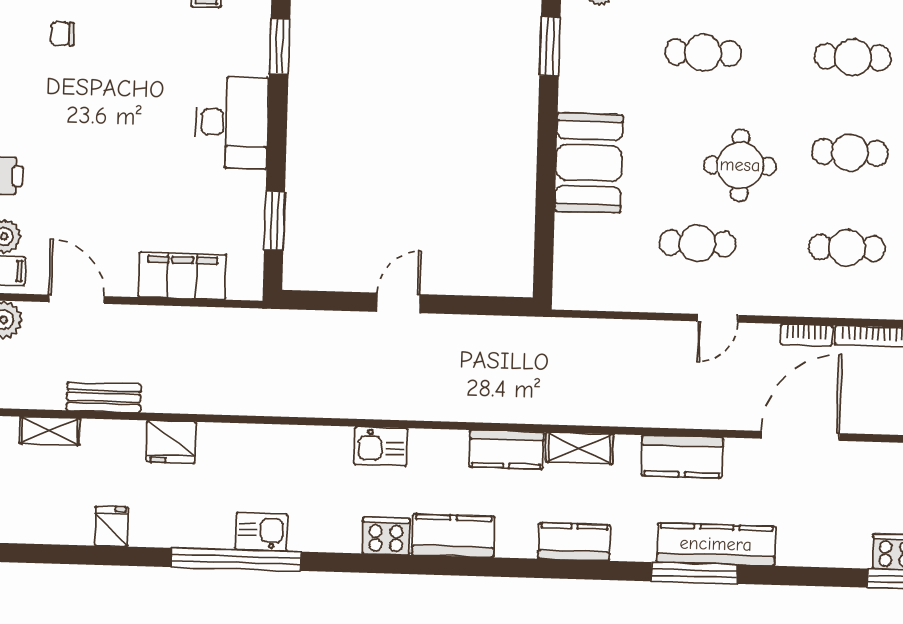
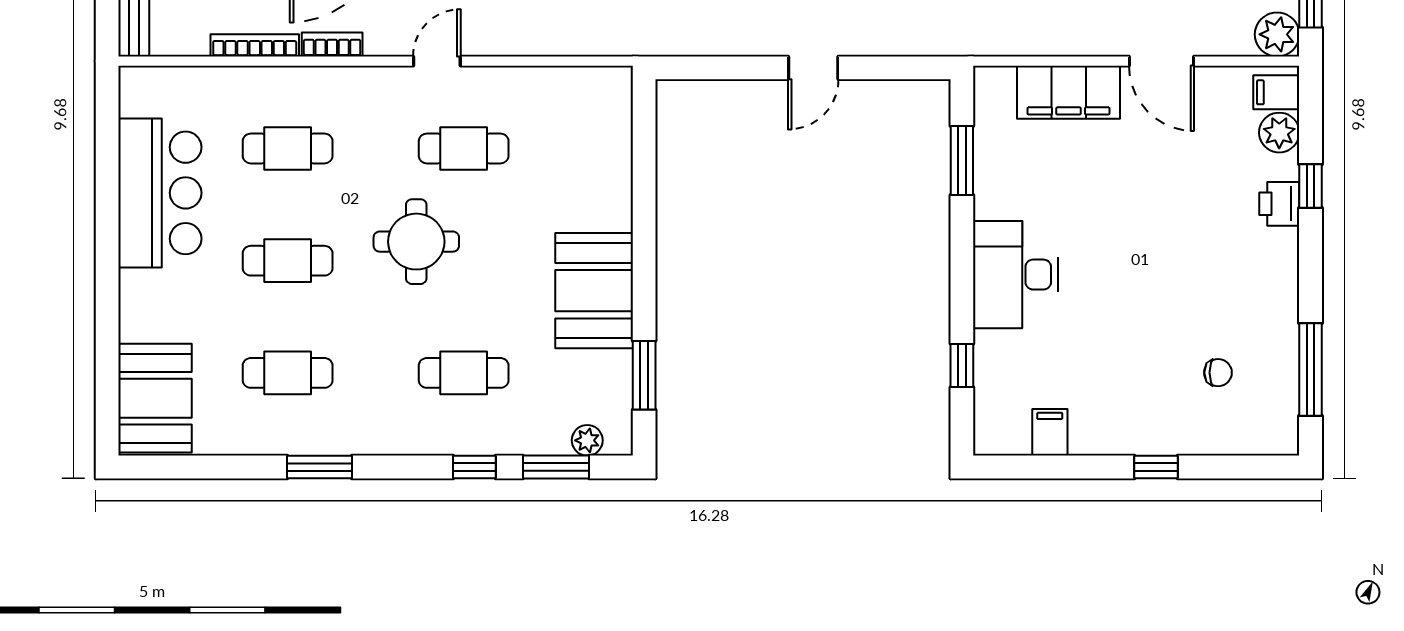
window: (280, 46) -> (962, 365), width x0.67
booth: (589, 163) -> (594, 291), moved
door: (76, 299) -> (1161, 61), moved

